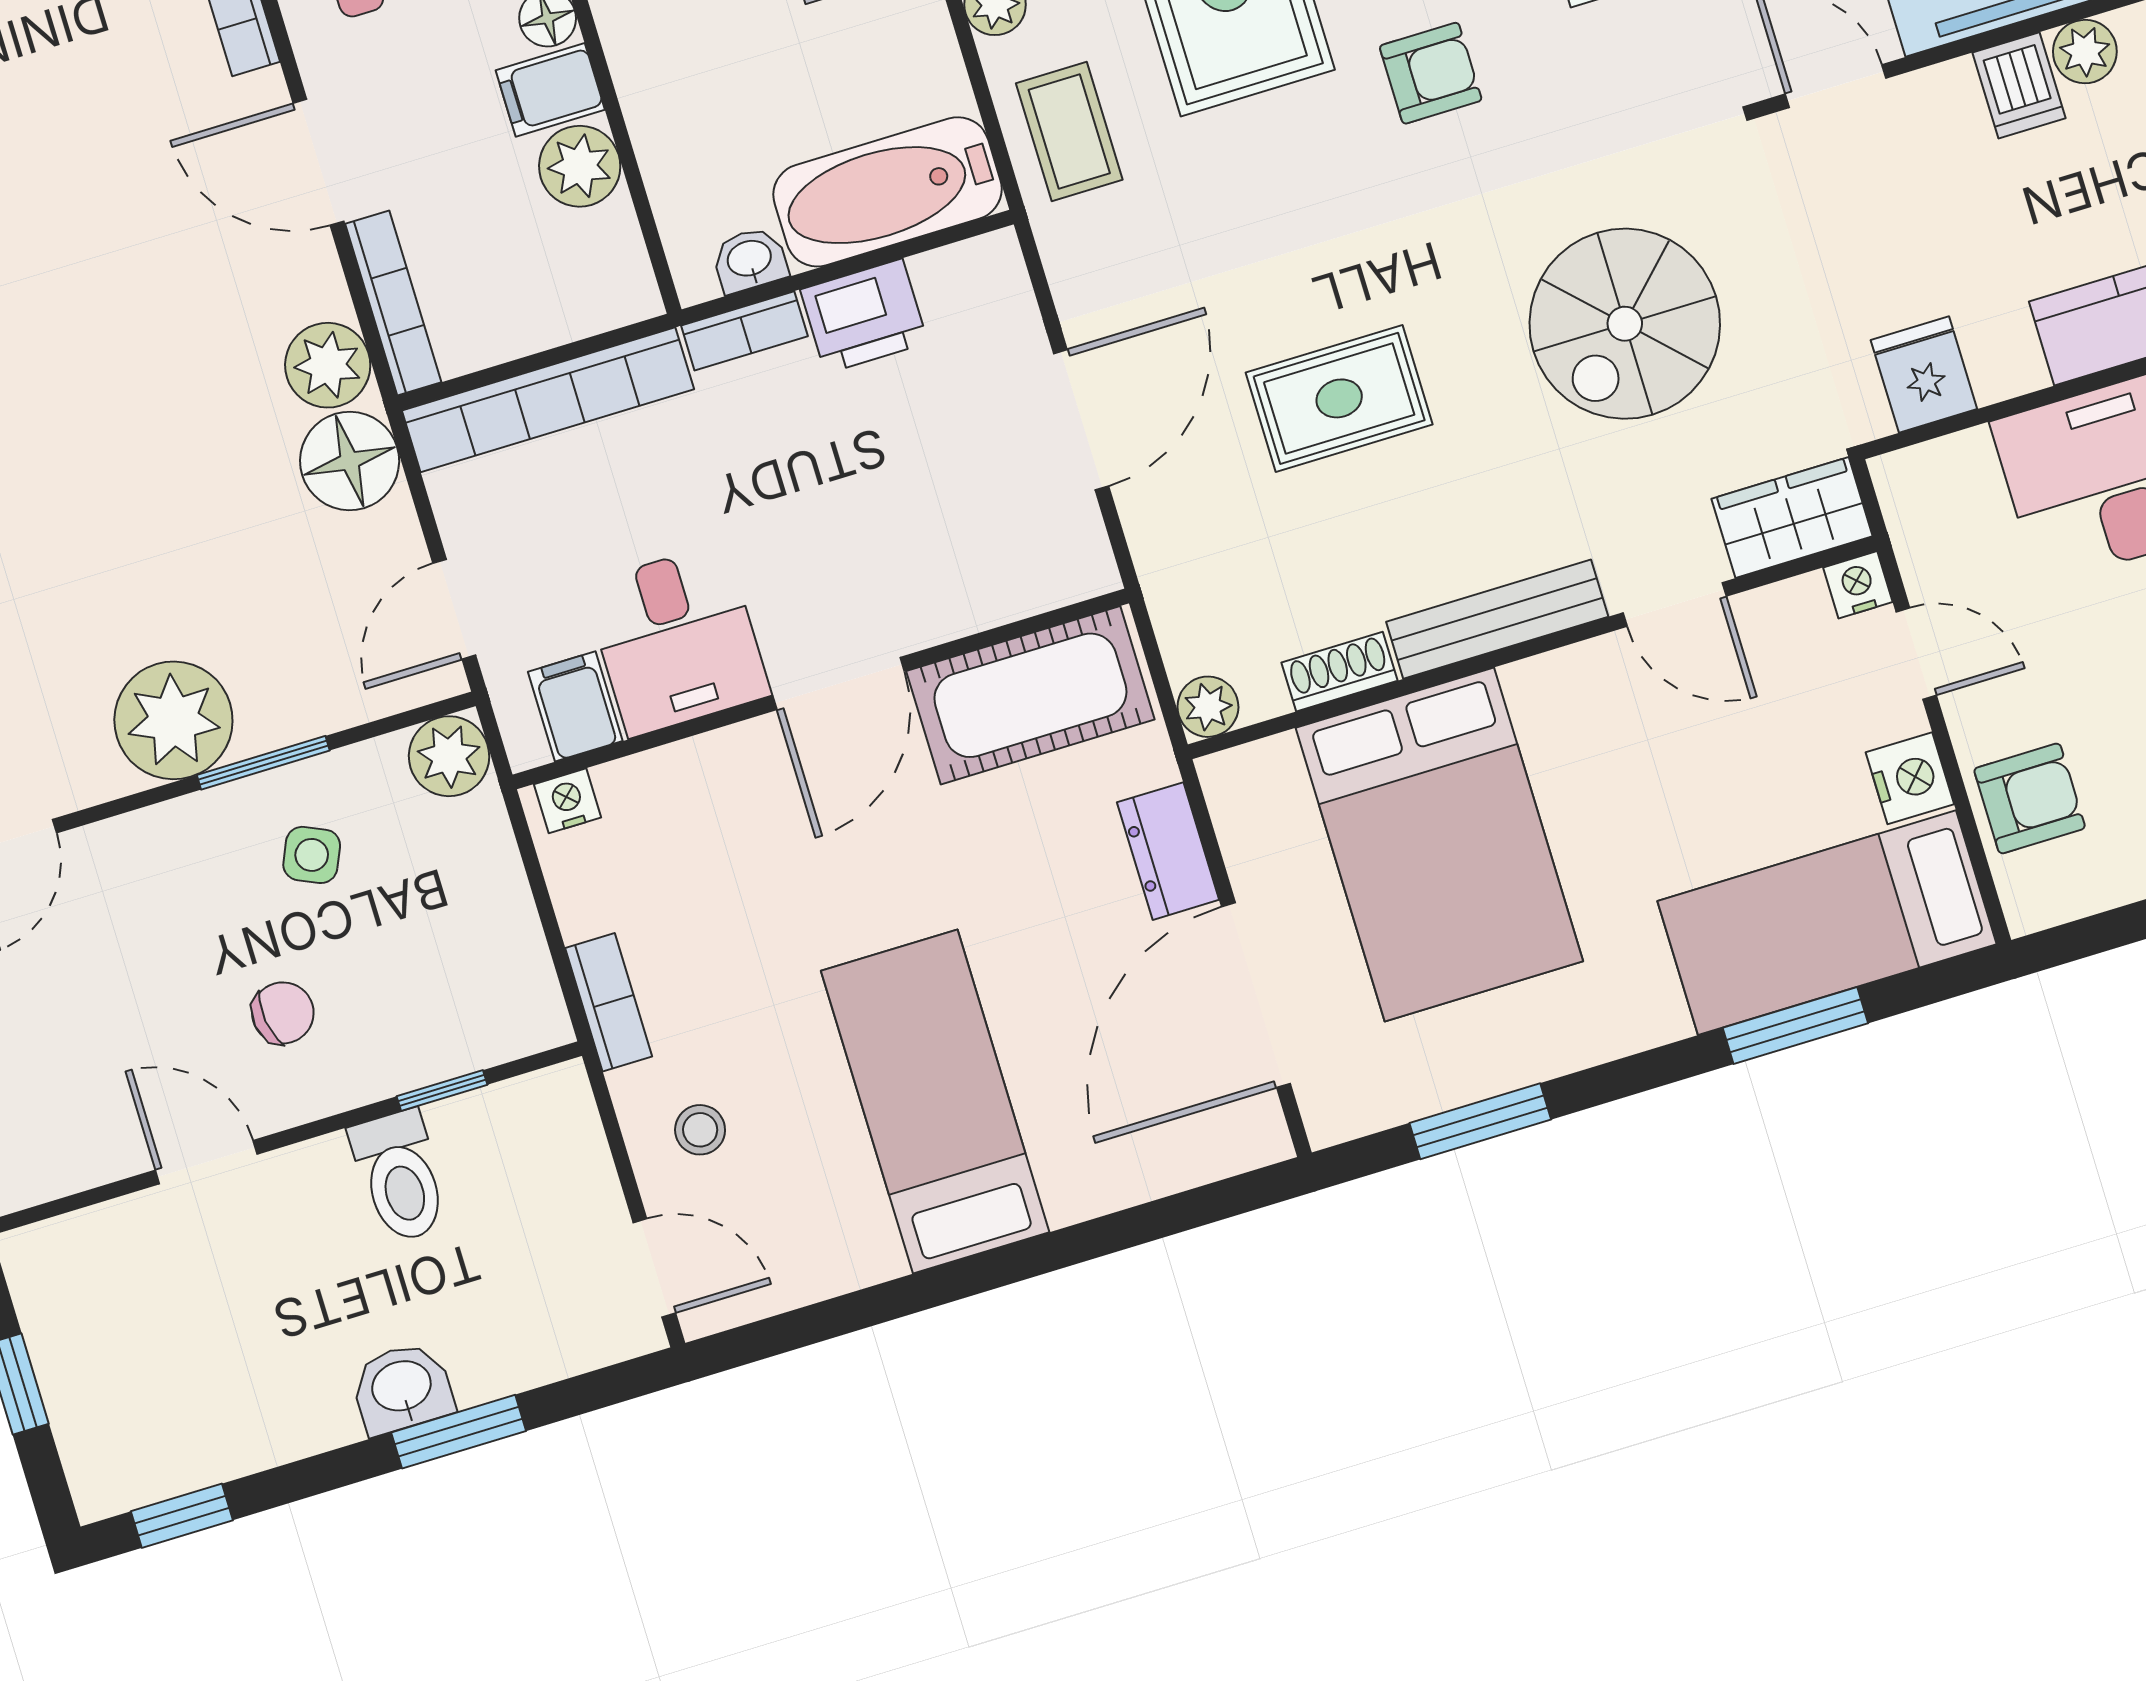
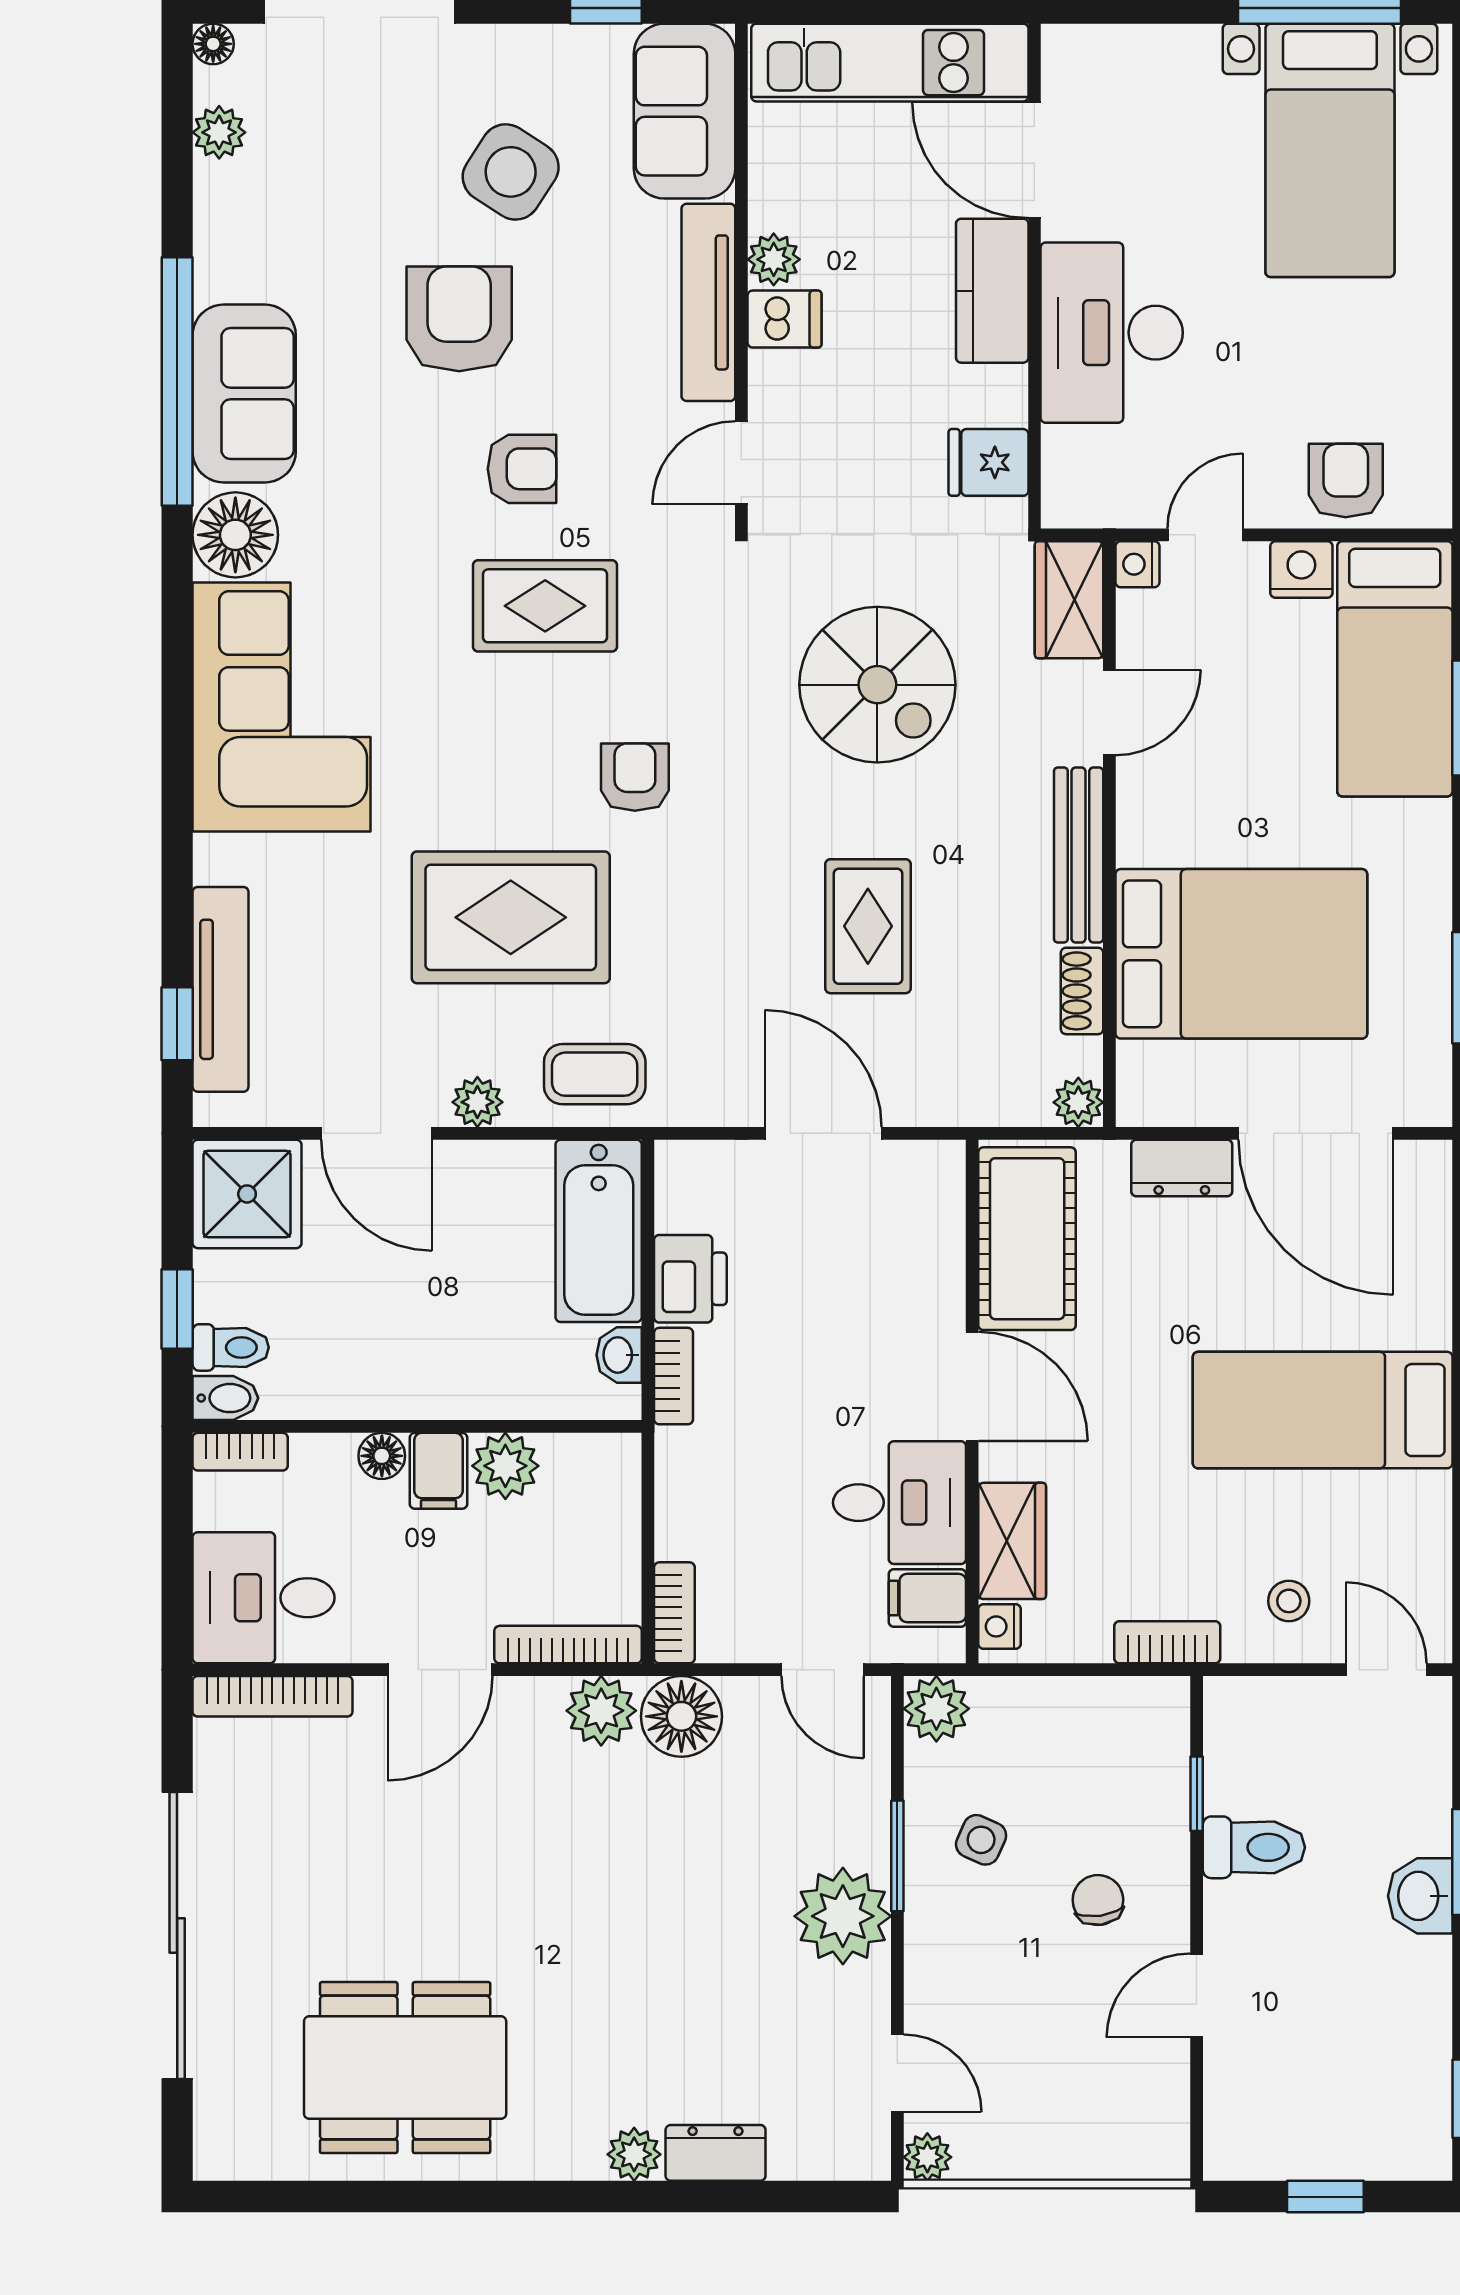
bookcase: (548, 400) -> (674, 1613), width x0.43, depth x0.76
wardrobe: (672, 785) -> (1012, 1541), added
door: (654, 1268) -> (1386, 1670), hinge flipped

